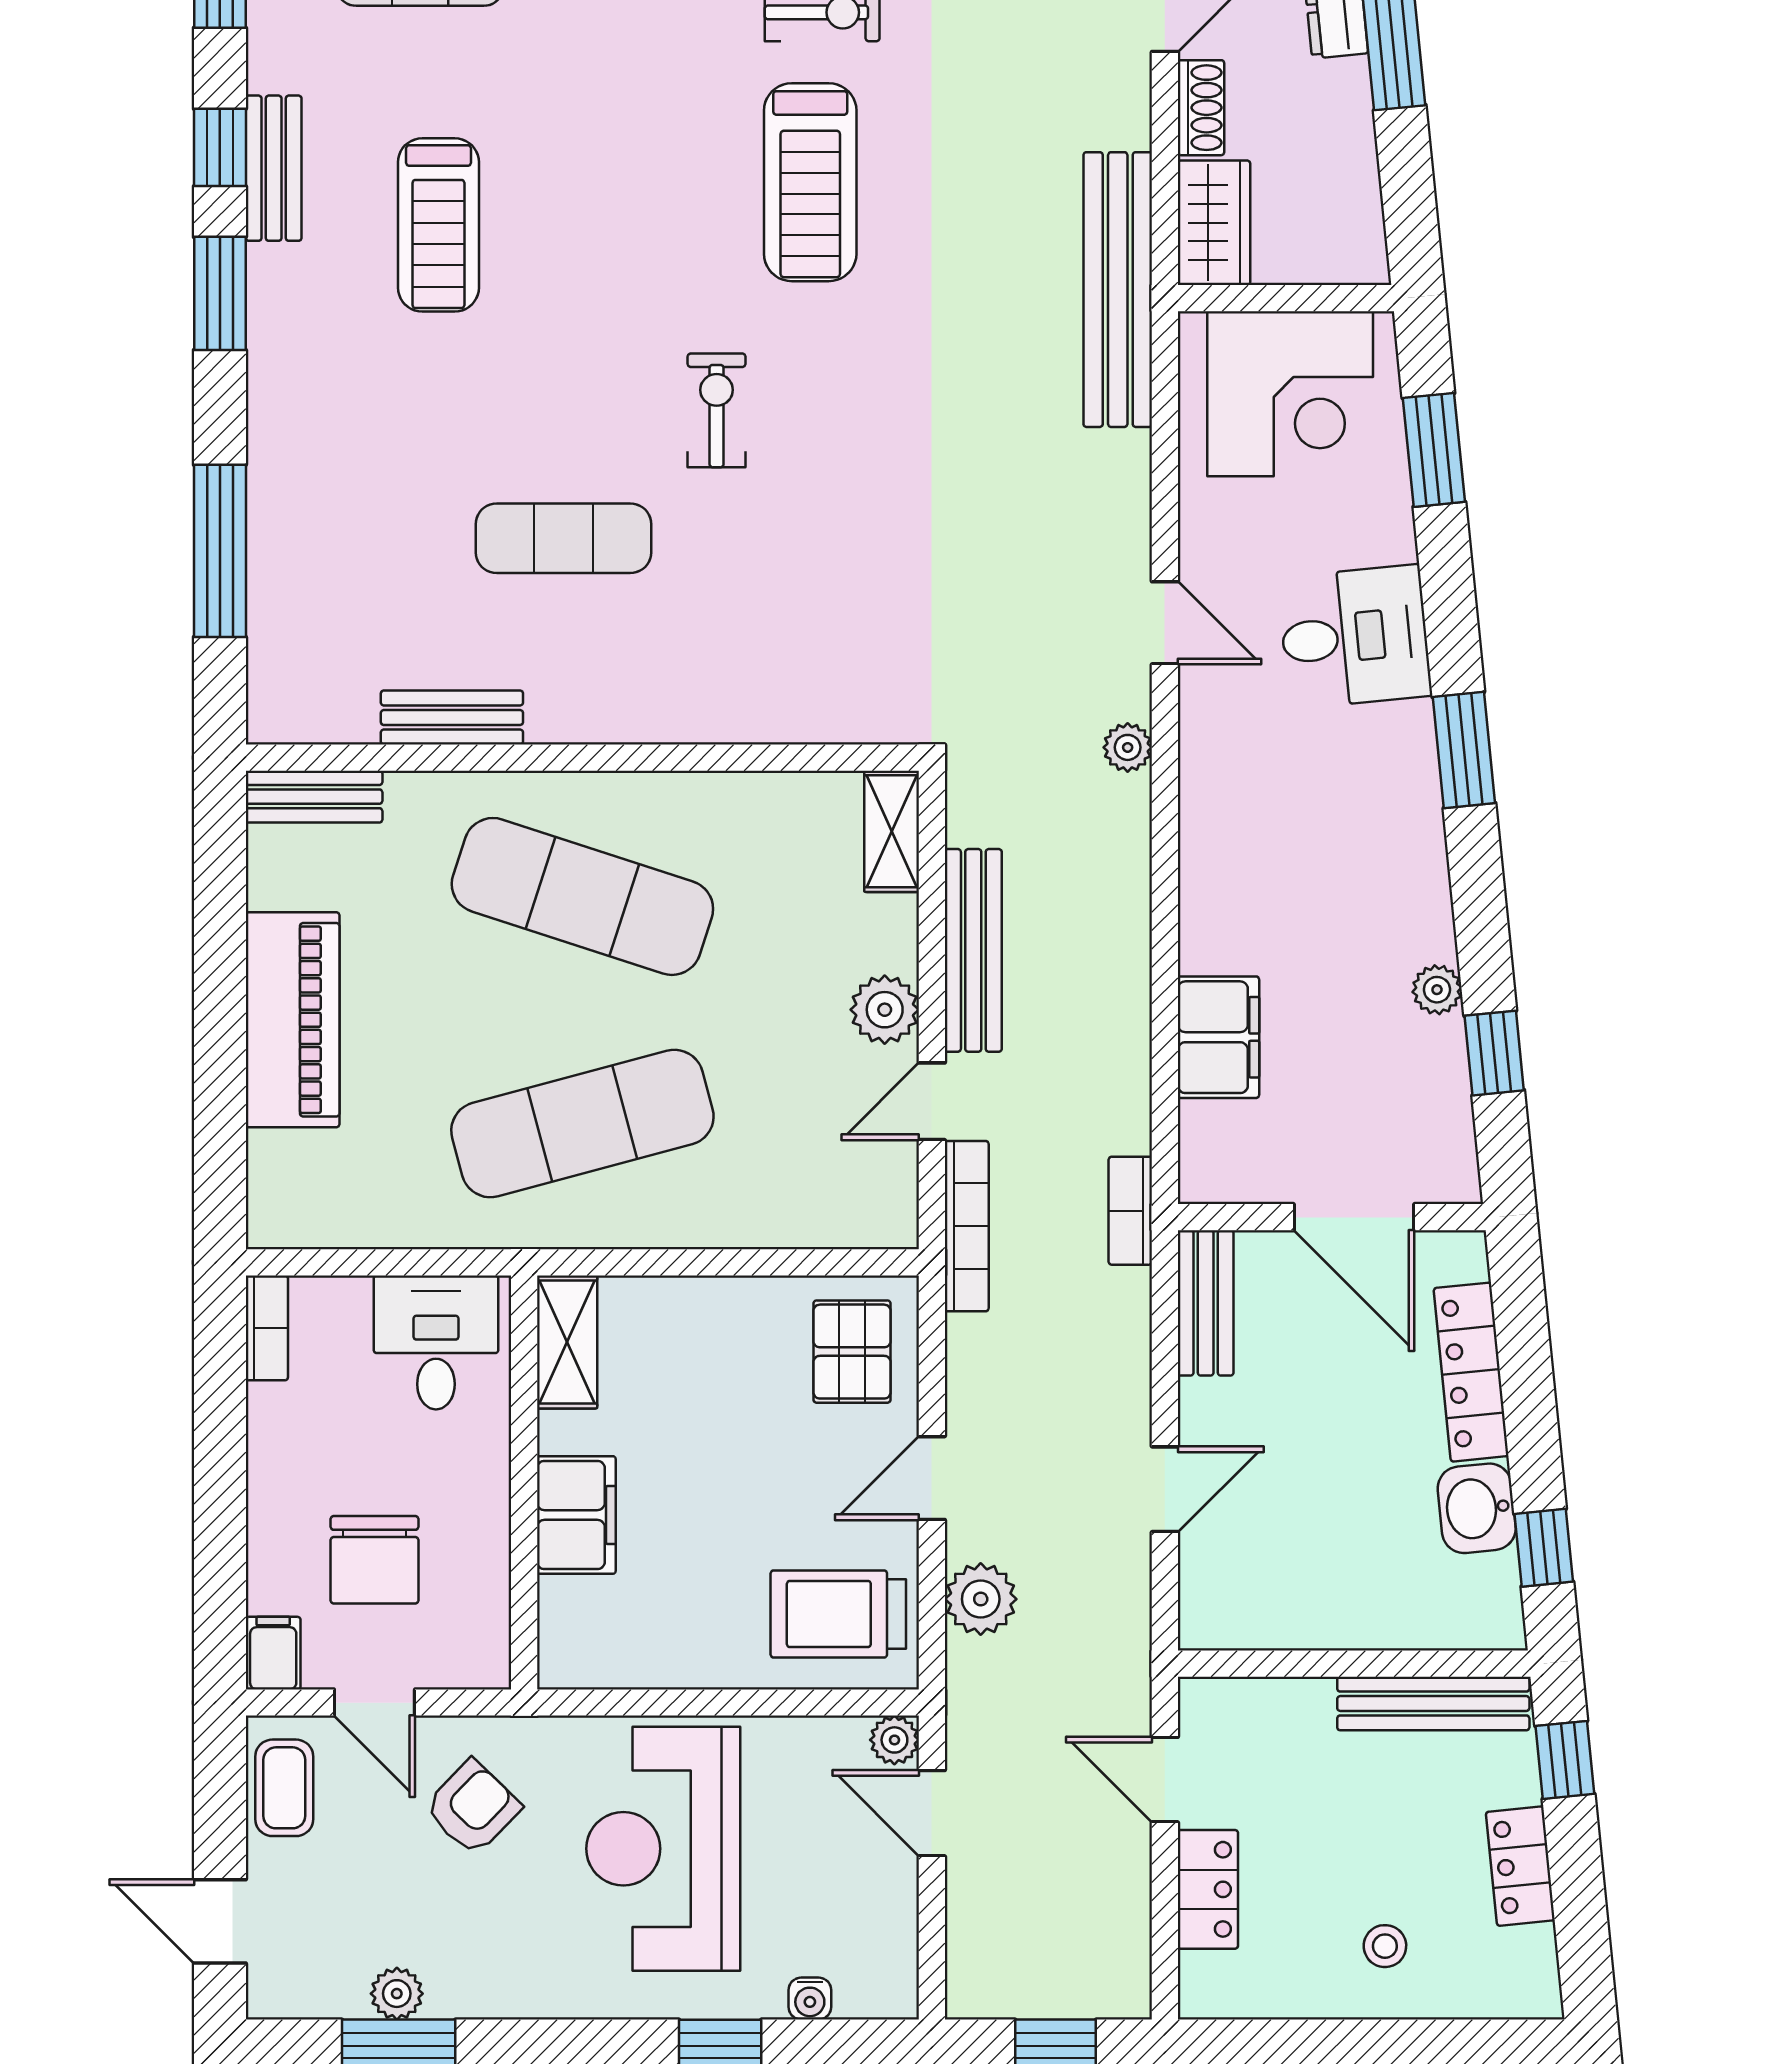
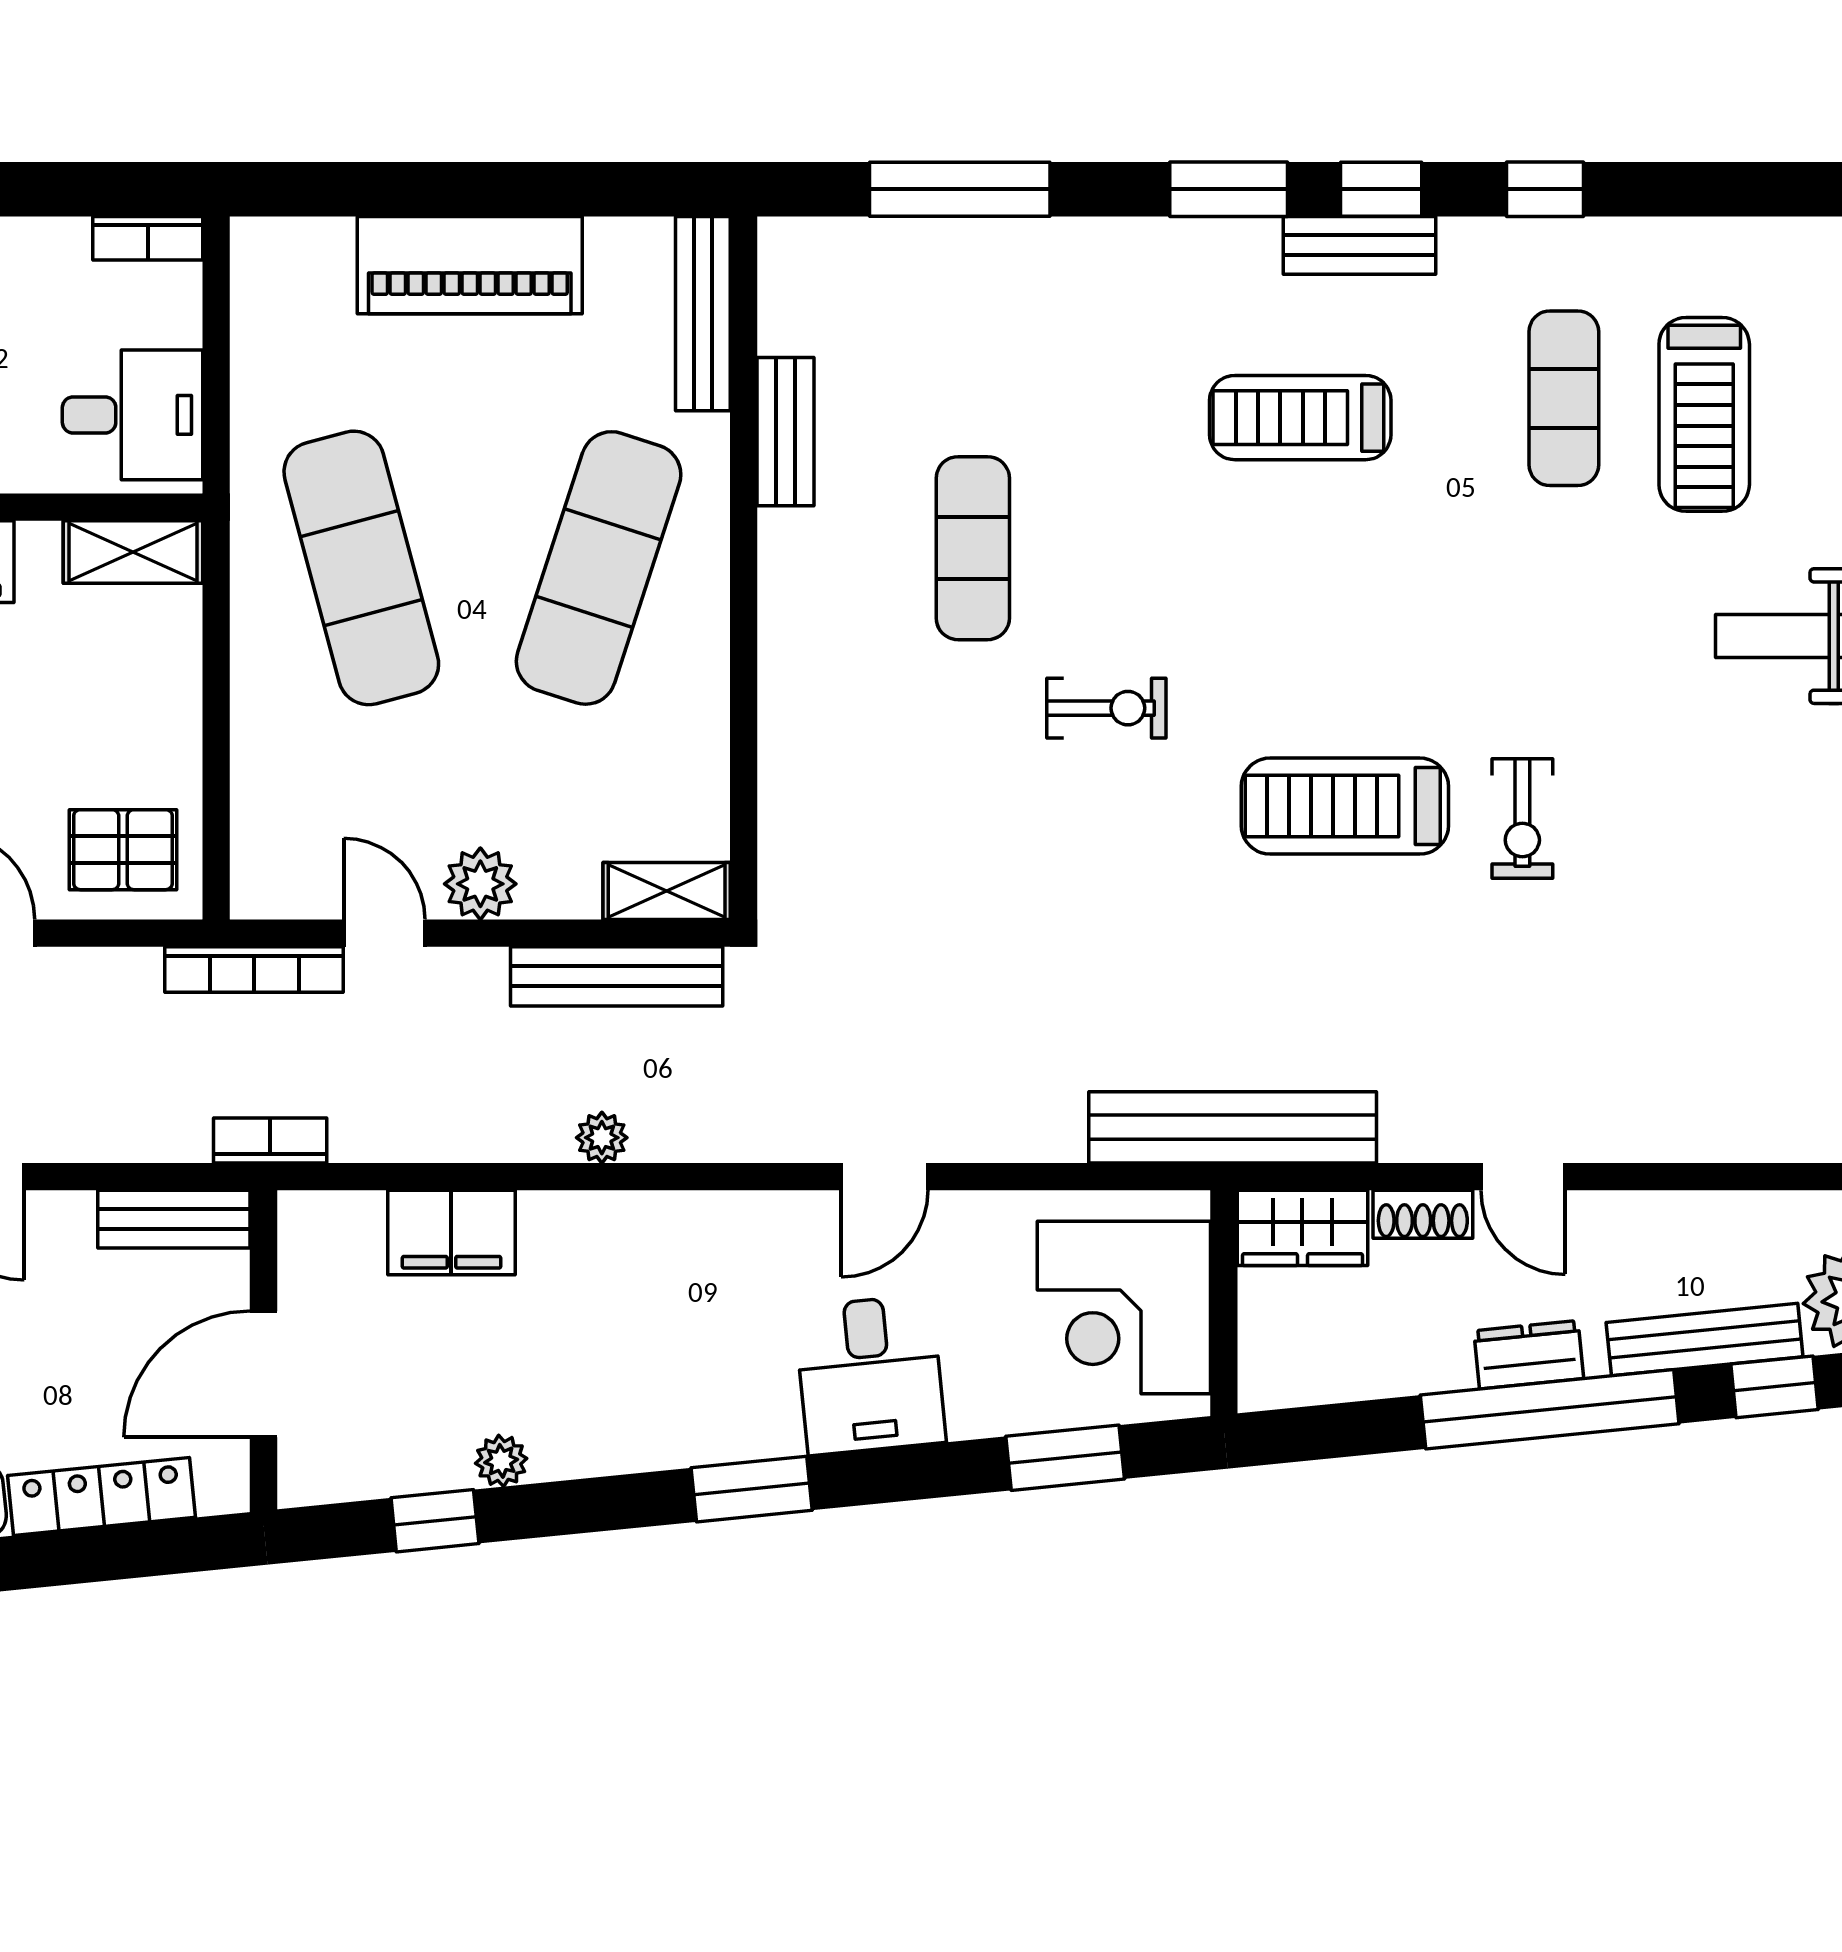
plant: (1128, 747) -> (602, 1138), moved
bench: (314, 797) -> (703, 314), width x1.36
bench: (973, 950) -> (617, 976), moved

